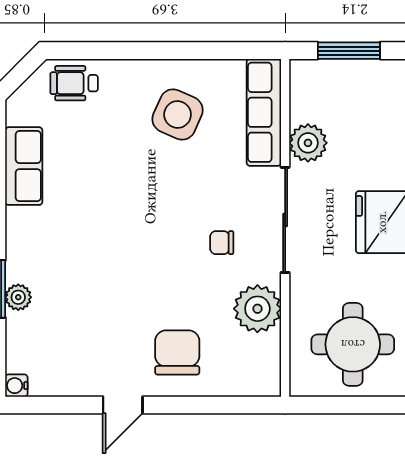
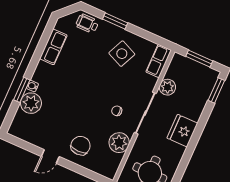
window: (132, 51) -> (115, 21), added
row of seats: (264, 112) -> (159, 61), width x0.68
plant: (18, 297) -> (31, 103), width x1.88, depth x1.88
water cooler: (16, 386) -> (32, 86), moved

